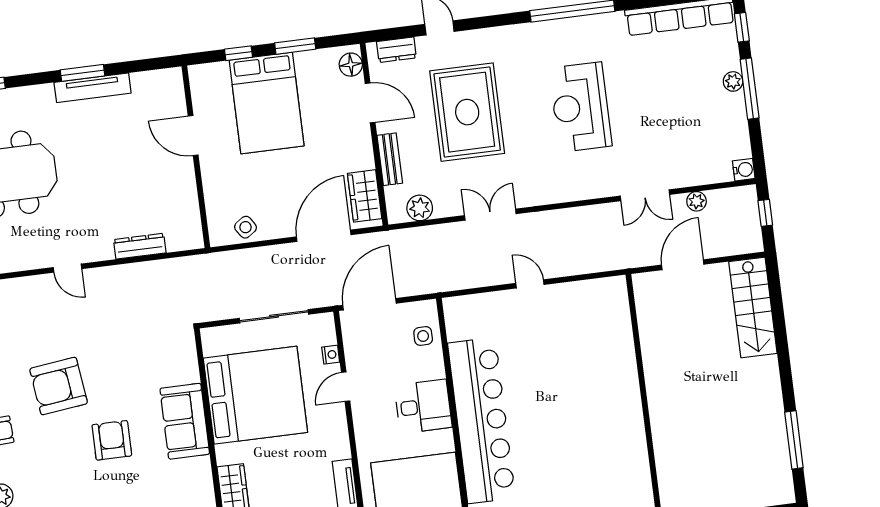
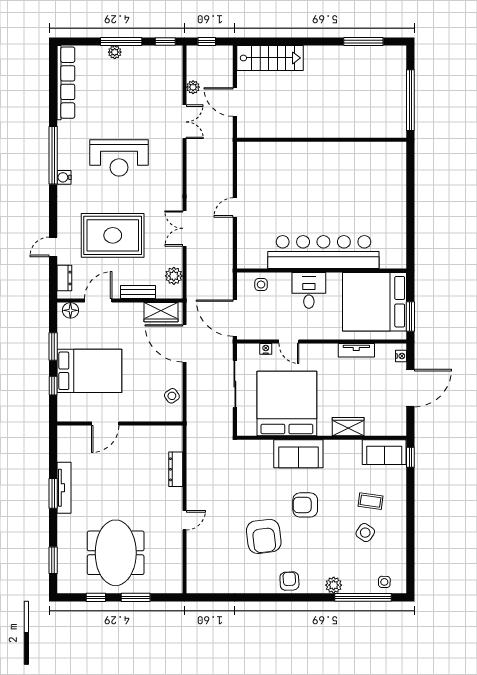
window: (742, 27) -> (165, 42), moved
water cooler: (744, 170) -> (64, 177), moved, turned -90

